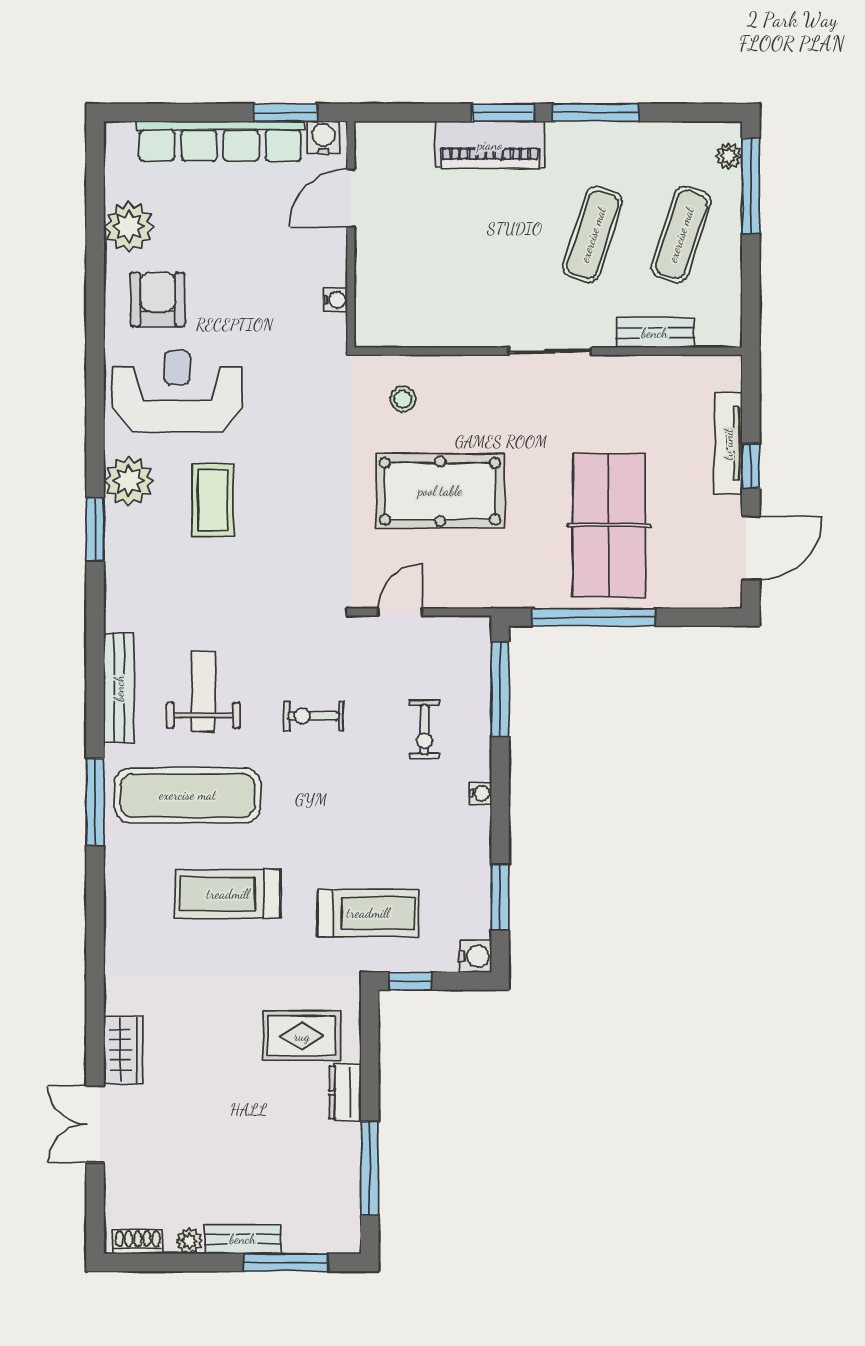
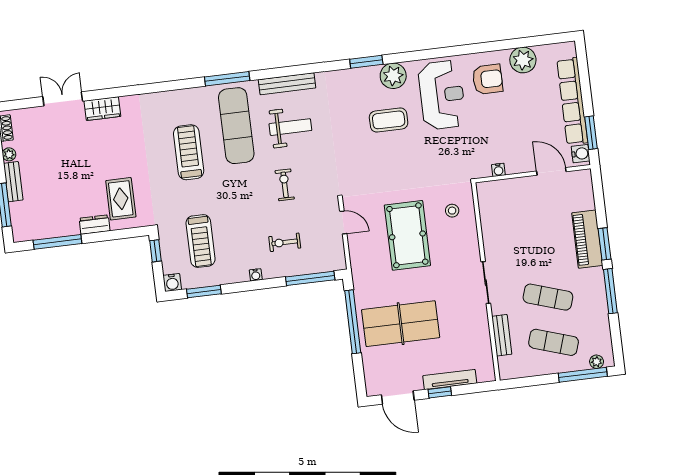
treadmill: (368, 913) -> (201, 241), moved

